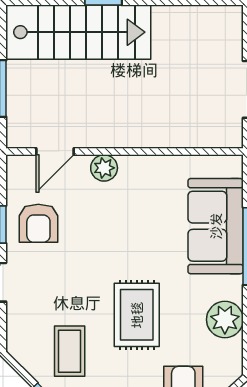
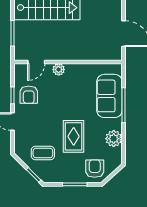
coffee table: (70, 351) -> (43, 153), turned 90

